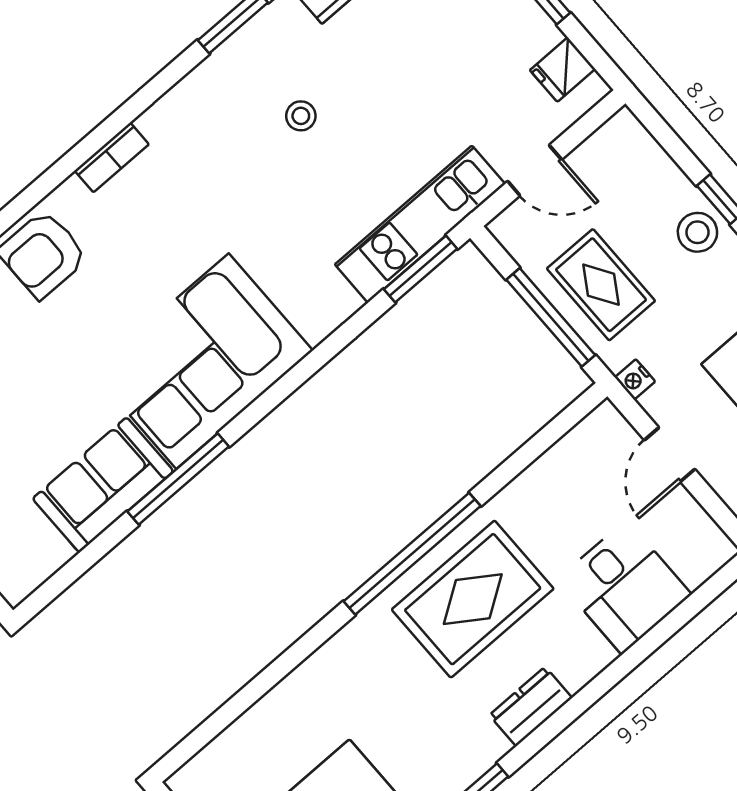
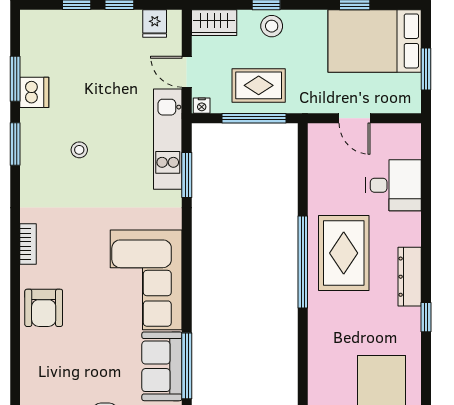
wardrobe: (634, 150) -> (214, 23), added
door: (535, 170) -> (187, 72), swing flipped
window: (421, 269) -> (187, 175), moved
nightstand: (635, 379) -> (202, 106), moved
window: (178, 479) -> (187, 366), moved
dresser: (531, 706) -> (410, 277), width x1.44

